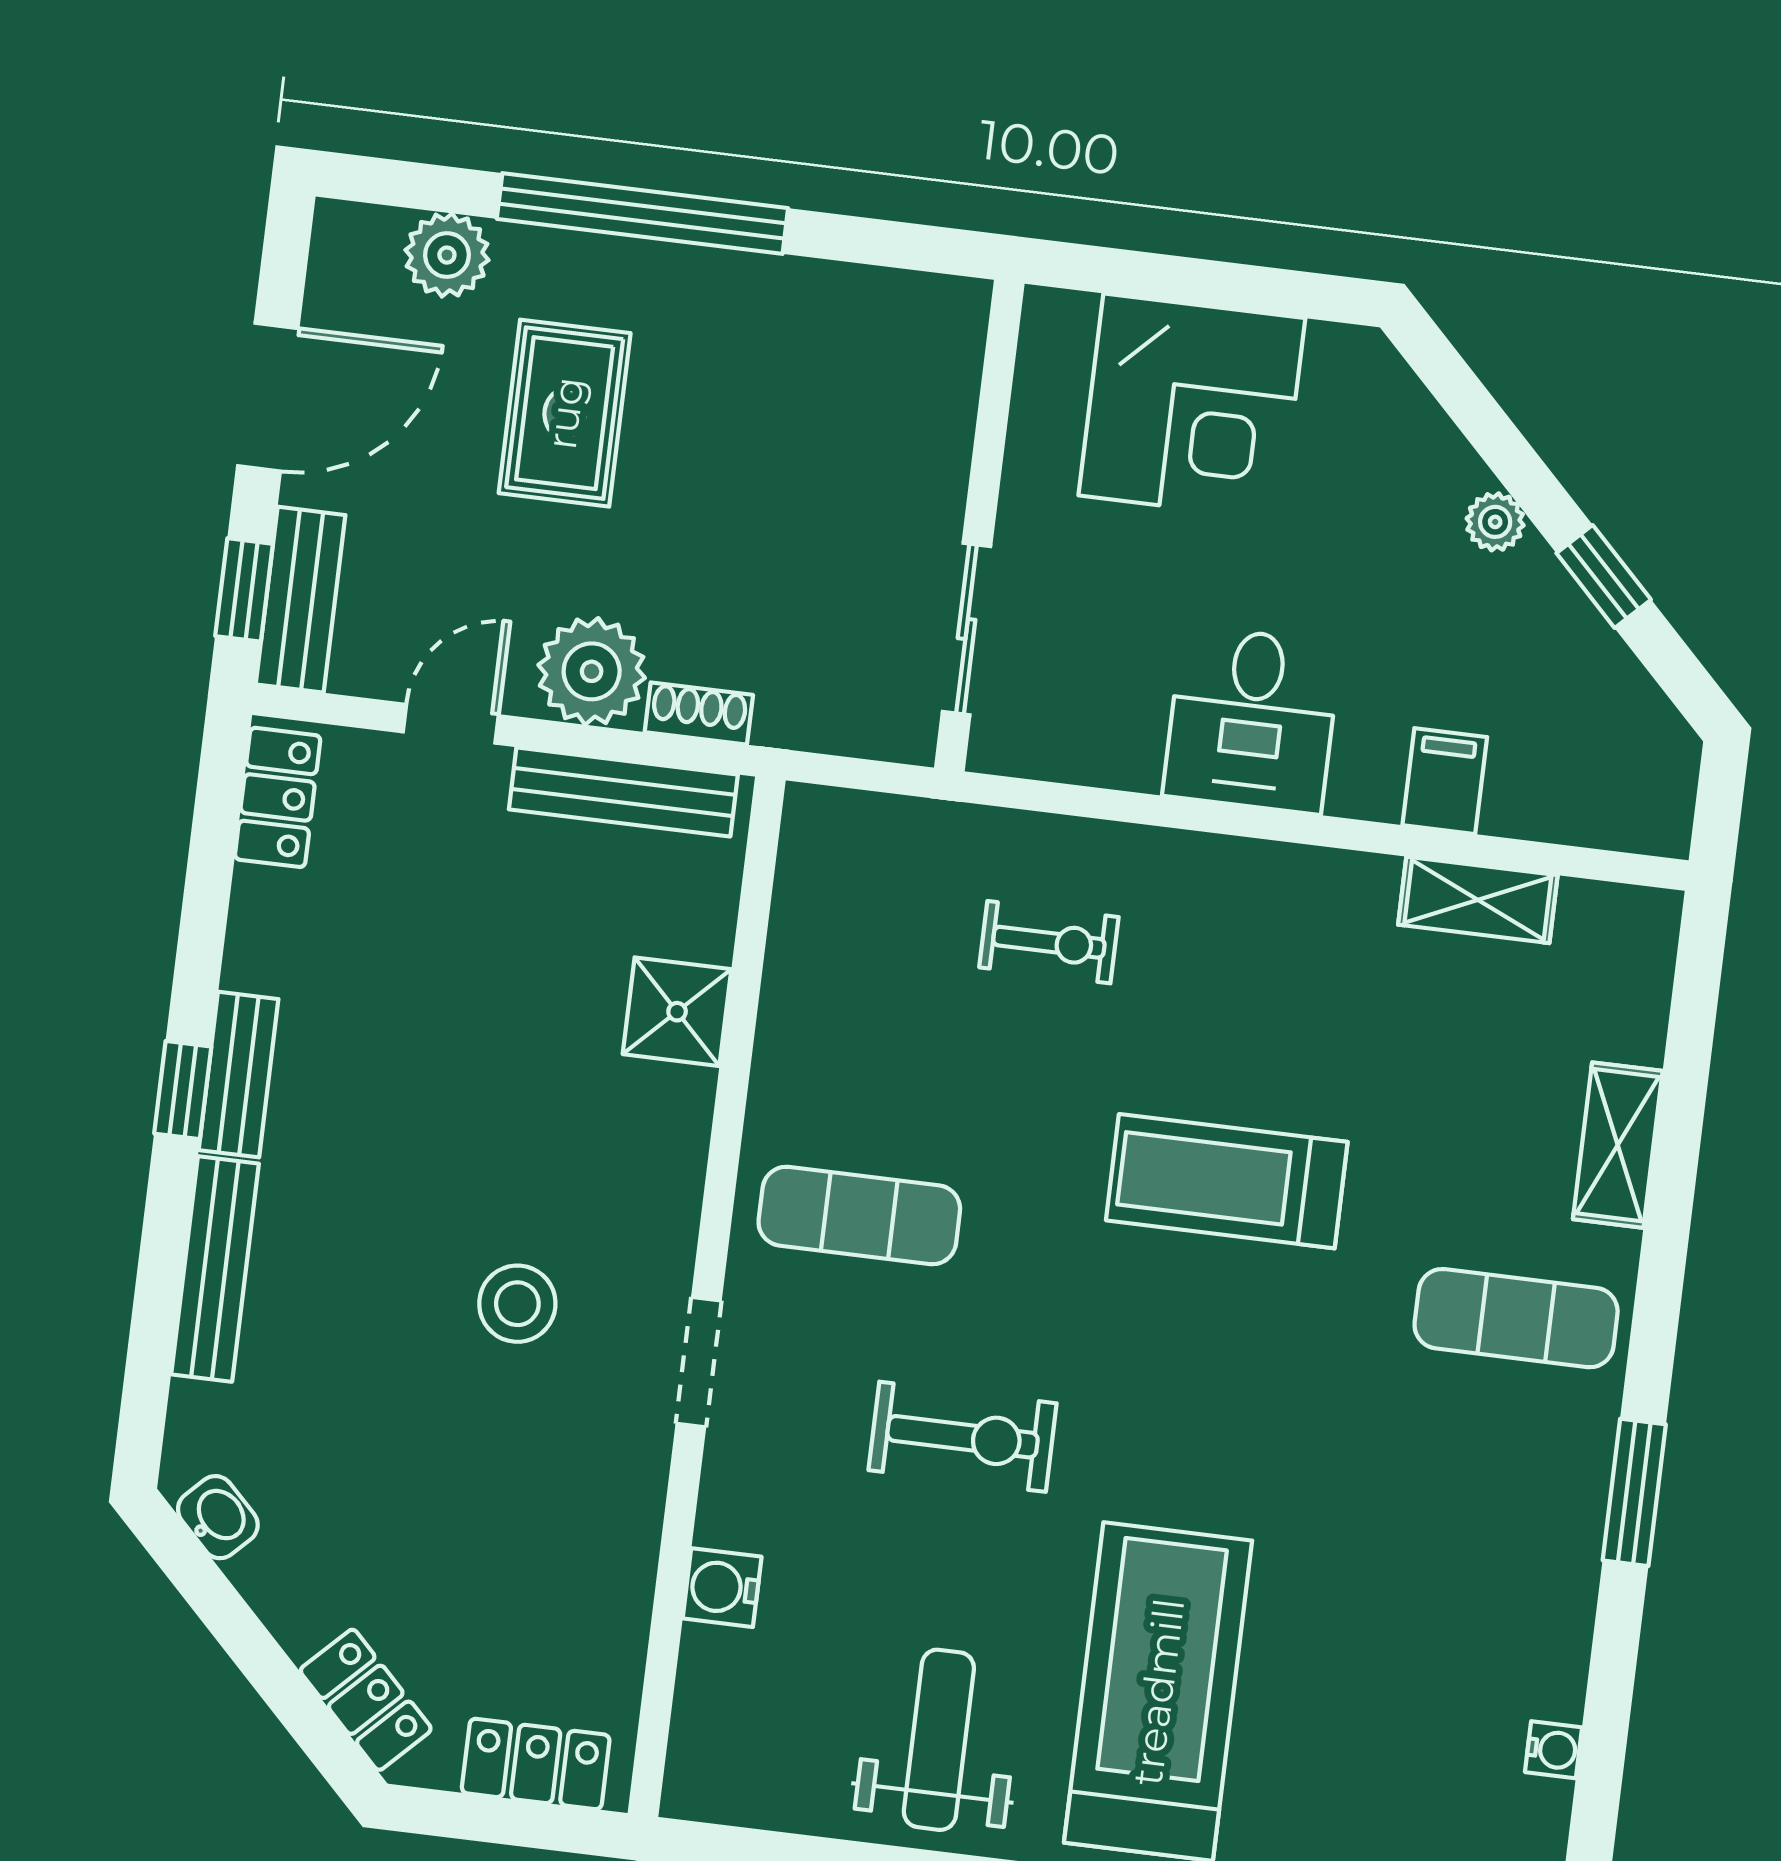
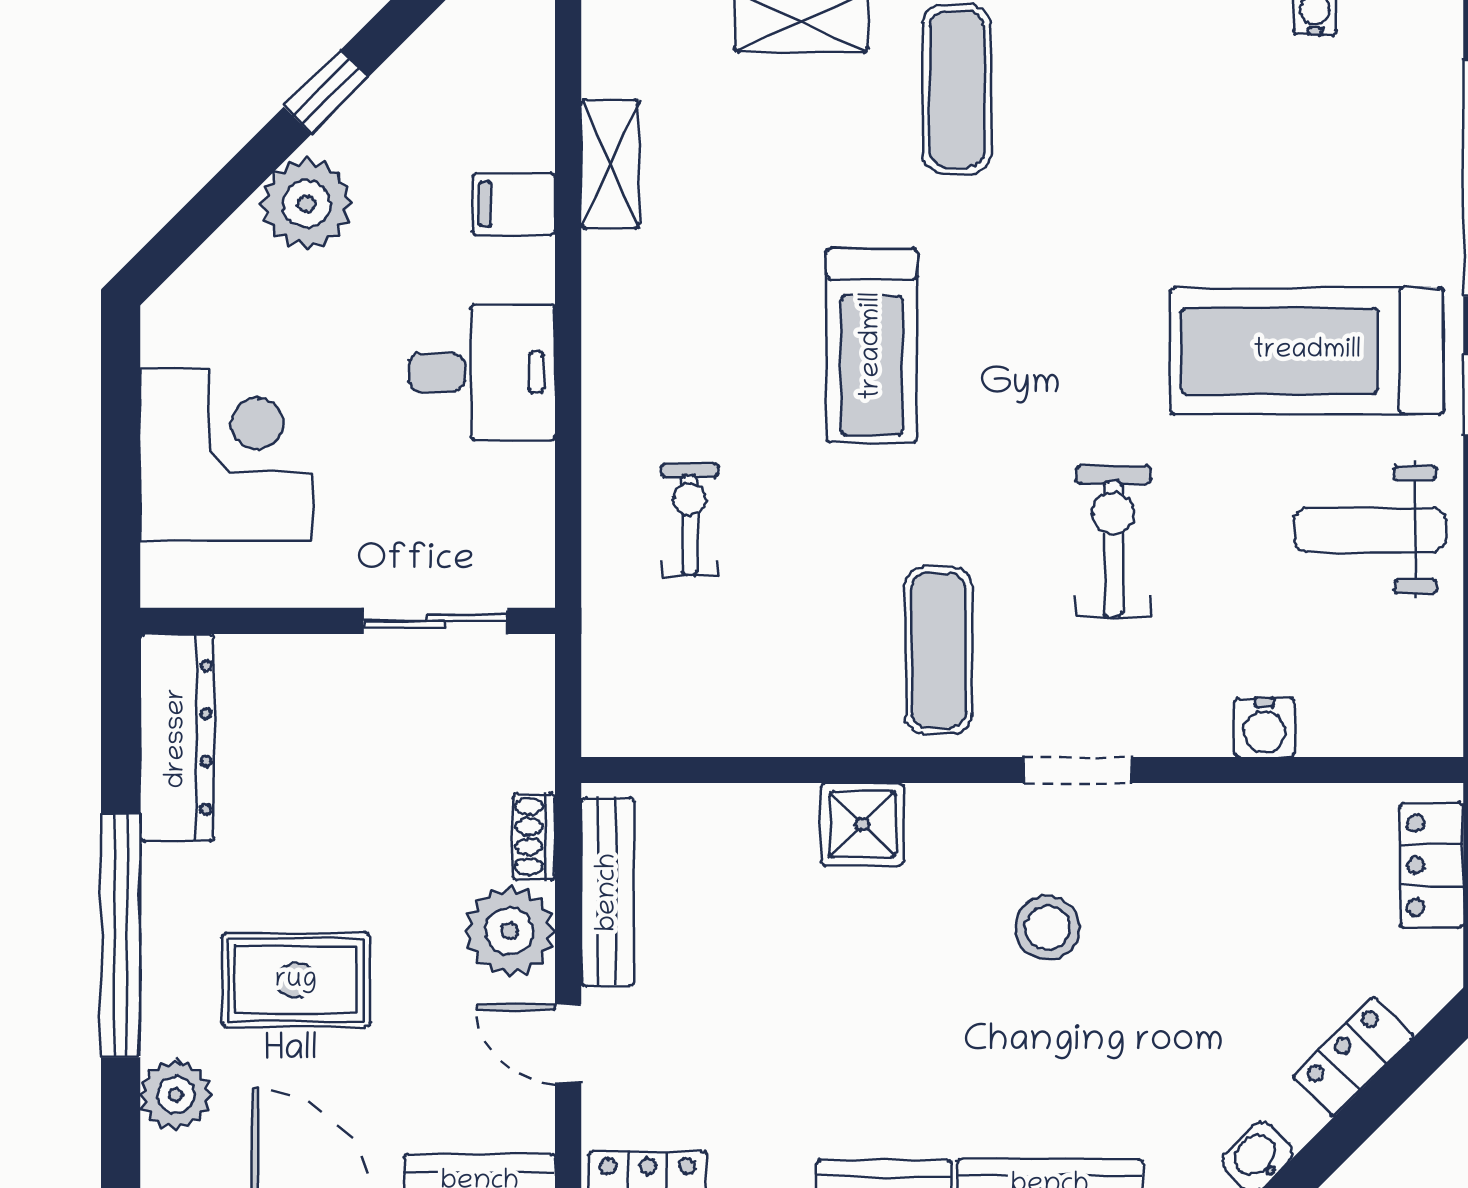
dresser: (867, 308) -> (177, 738), added
plant: (1495, 522) -> (306, 204), width x1.87, depth x1.87
shower: (677, 1012) -> (862, 824), moved
locker: (366, 1700) -> (1353, 1056), moved

